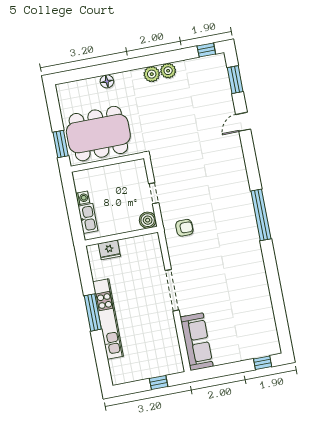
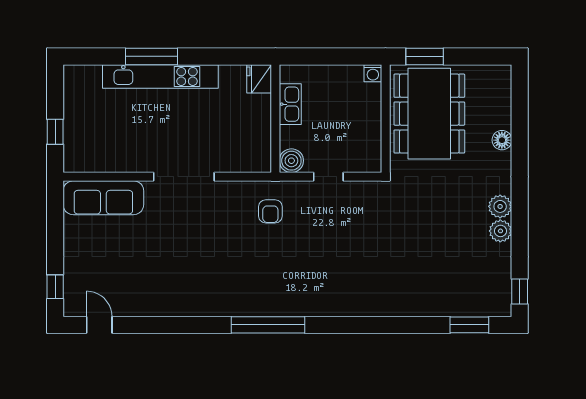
door: (243, 122) -> (99, 325), moved
washing machine: (83, 198) -> (373, 73), moved
kitchen sink: (88, 218) -> (290, 104), moved, turned -90
fridge: (109, 250) -> (259, 79), moved
window: (93, 312) -> (152, 56), moved

